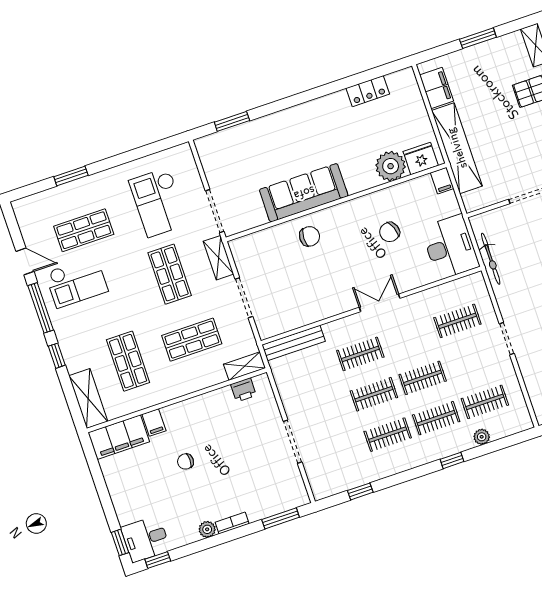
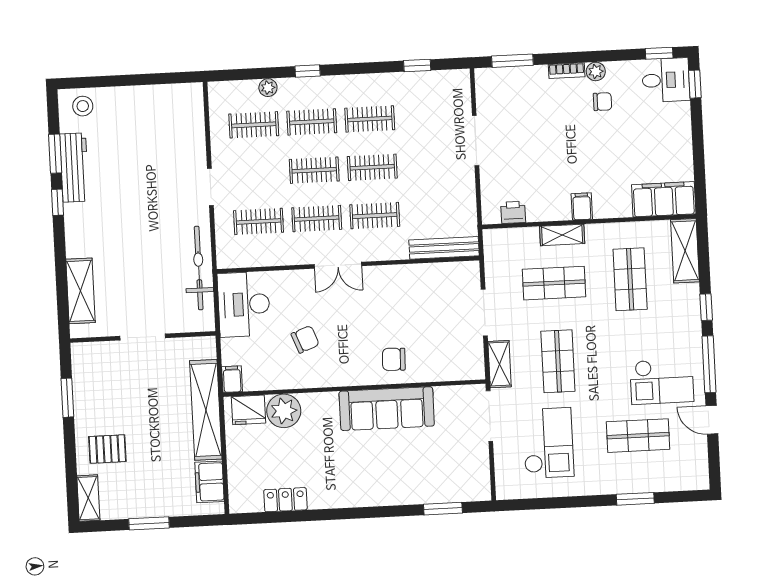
bicycle: (491, 259) -> (199, 268), width x1.37, depth x1.40
checkout: (77, 282) -> (662, 381), turned 180
clothes rail: (409, 337) -> (317, 219), added
shelving: (245, 366) -> (562, 235), moved
filing cabinet: (154, 422) -> (582, 206), moved
chair: (185, 461) -> (602, 102), moved

